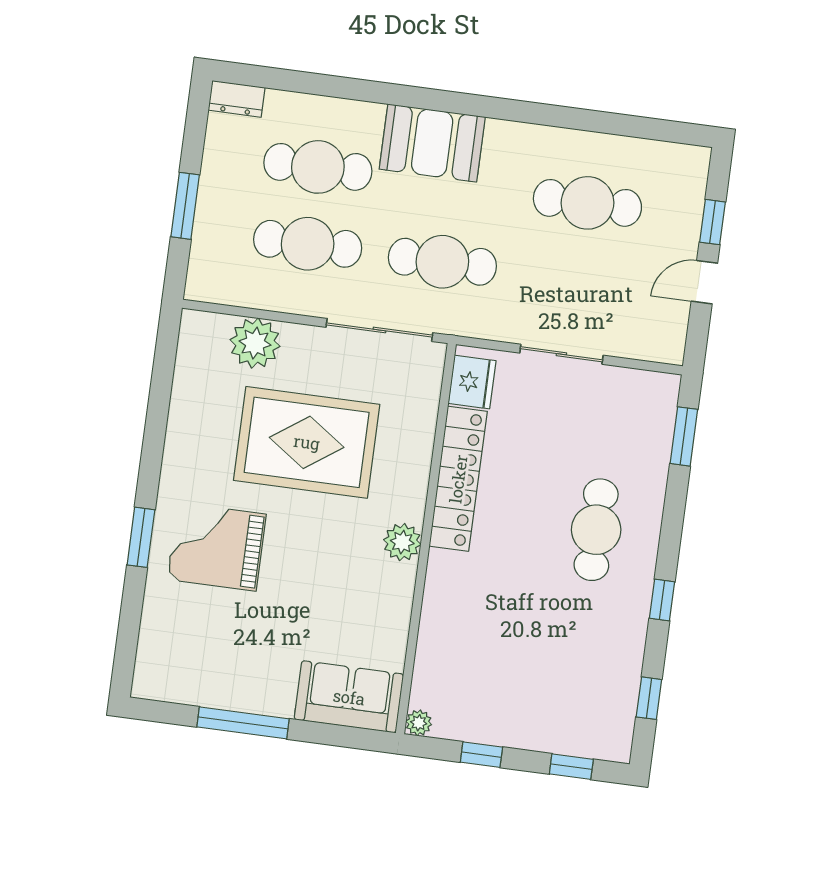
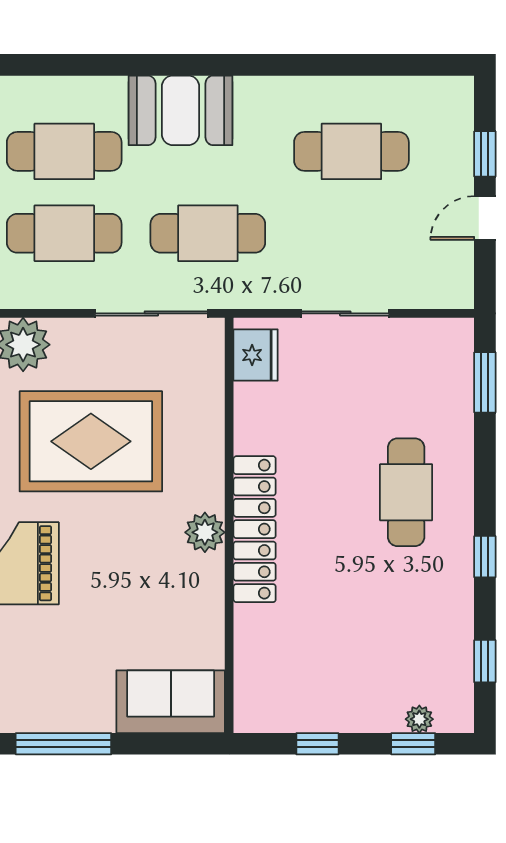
locker: (458, 479) -> (255, 529), moved
plant: (419, 723) -> (419, 719), moved

